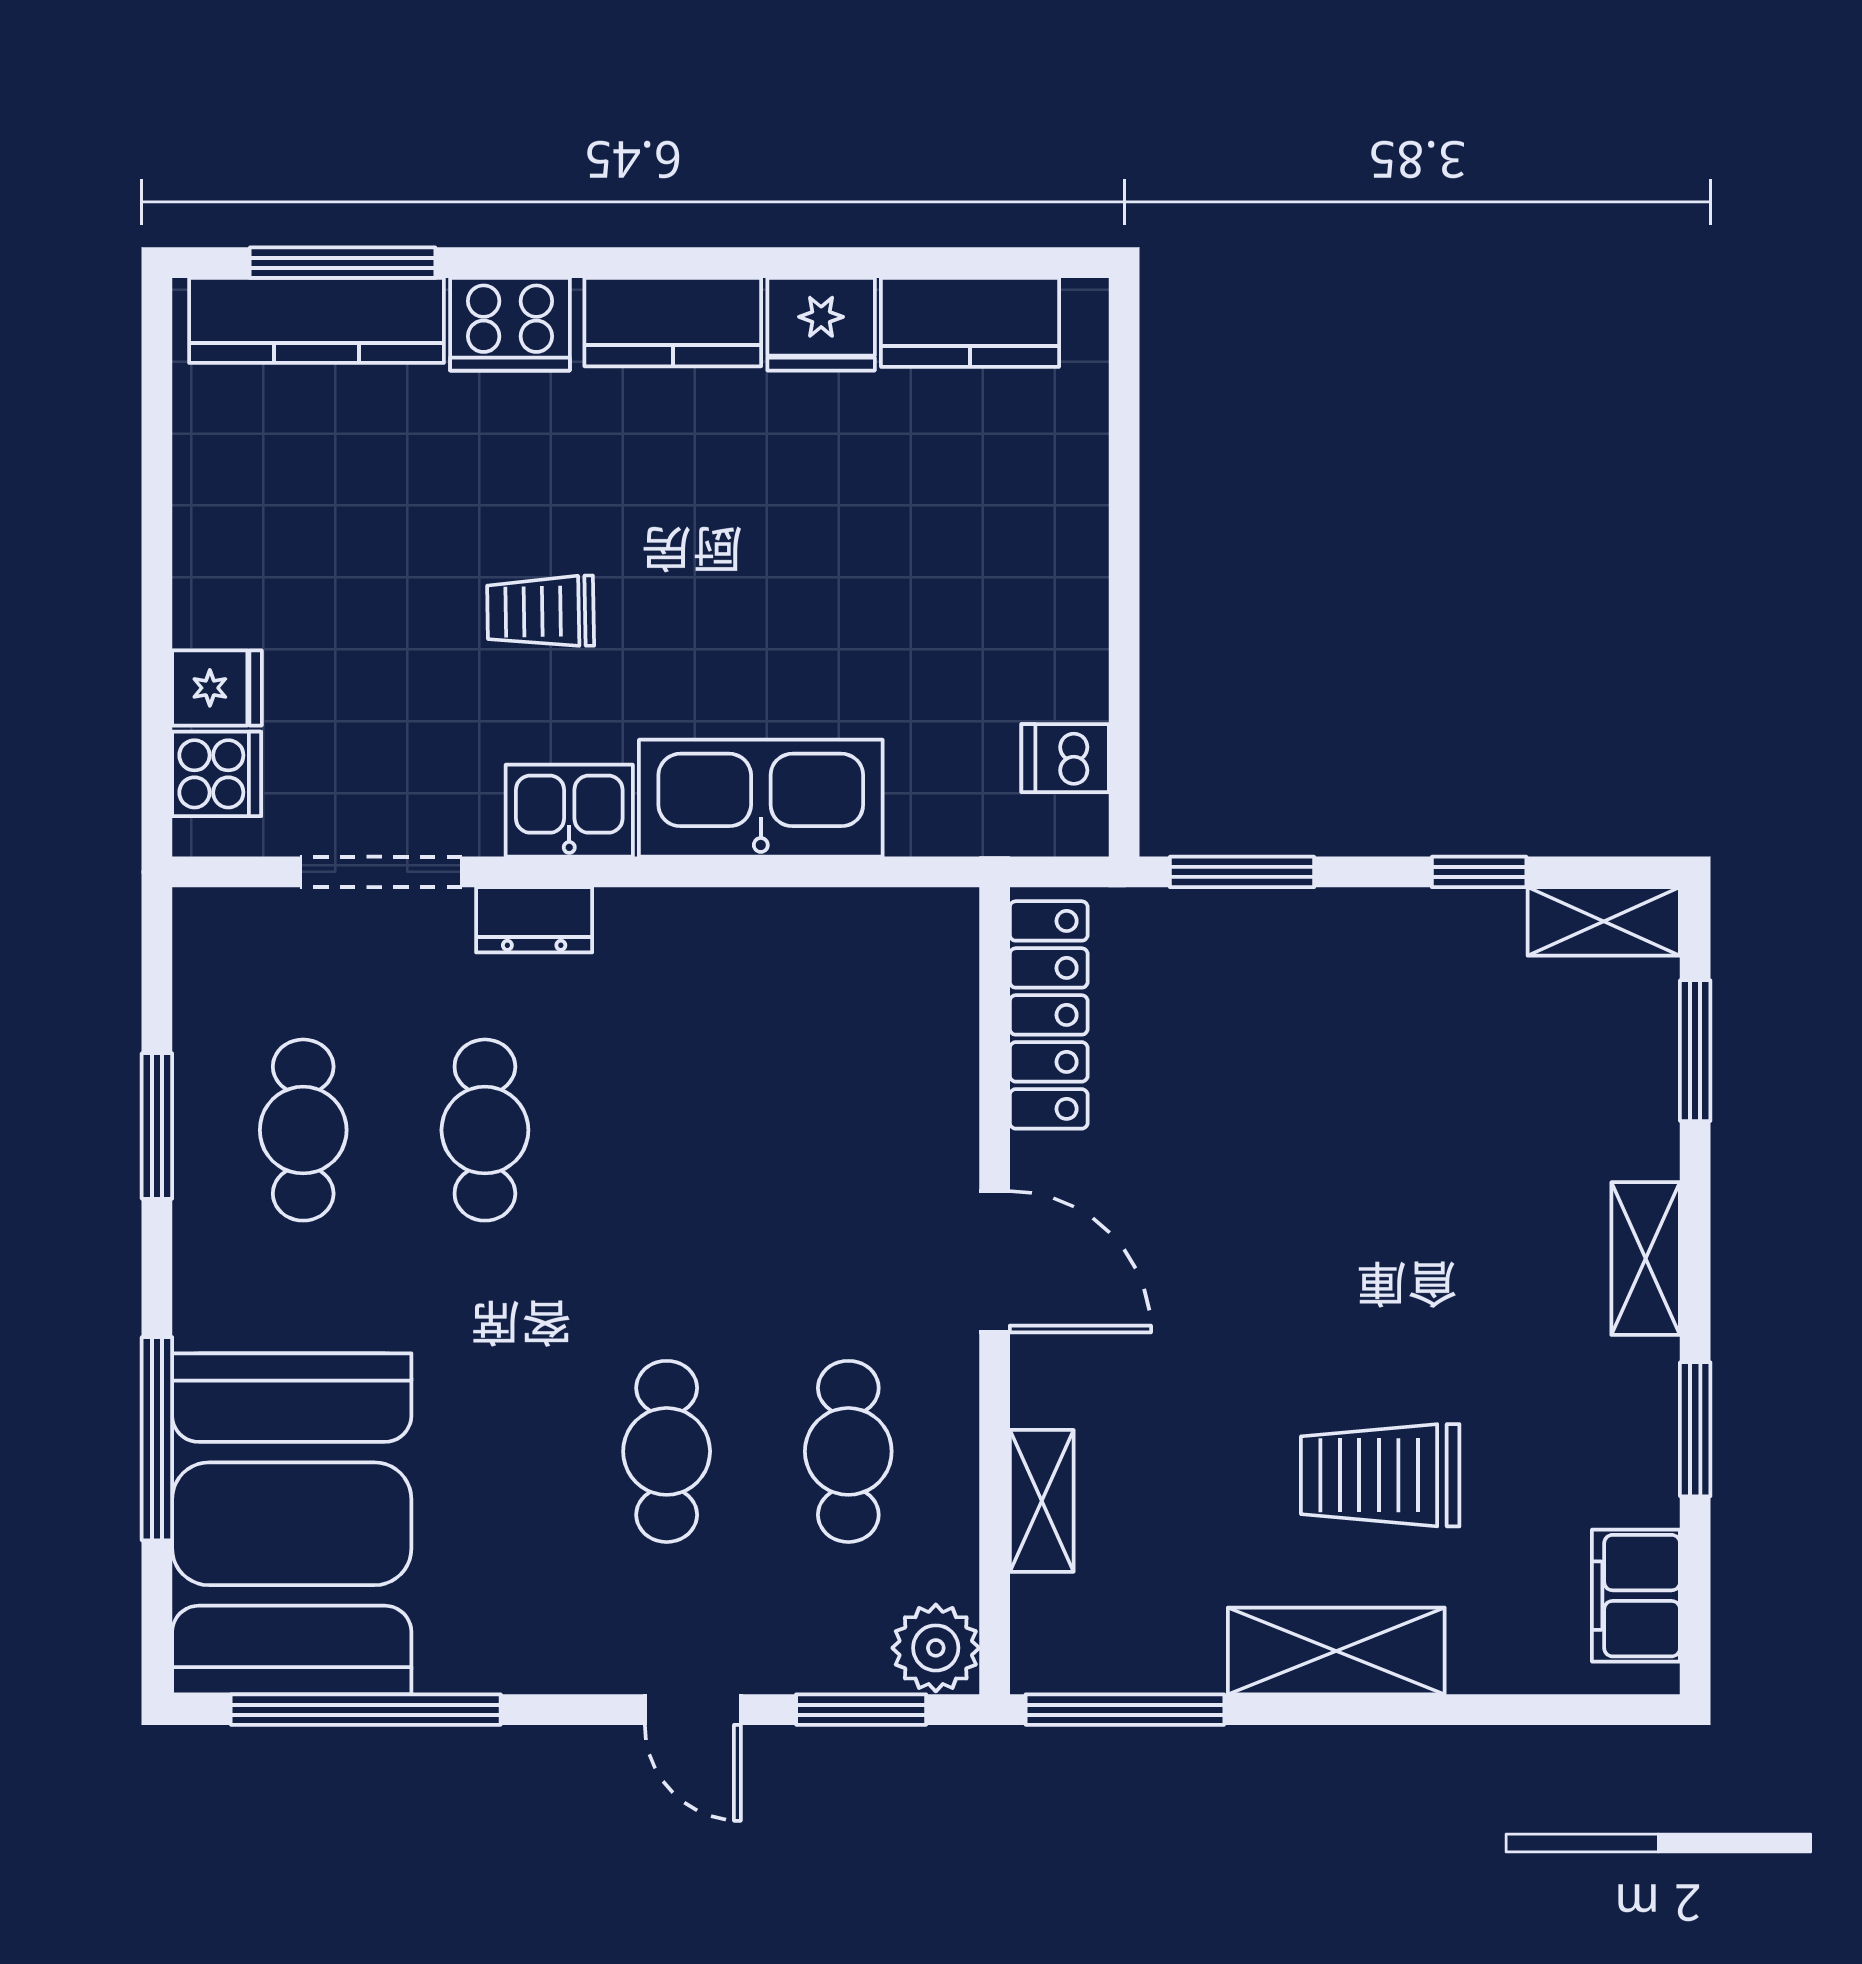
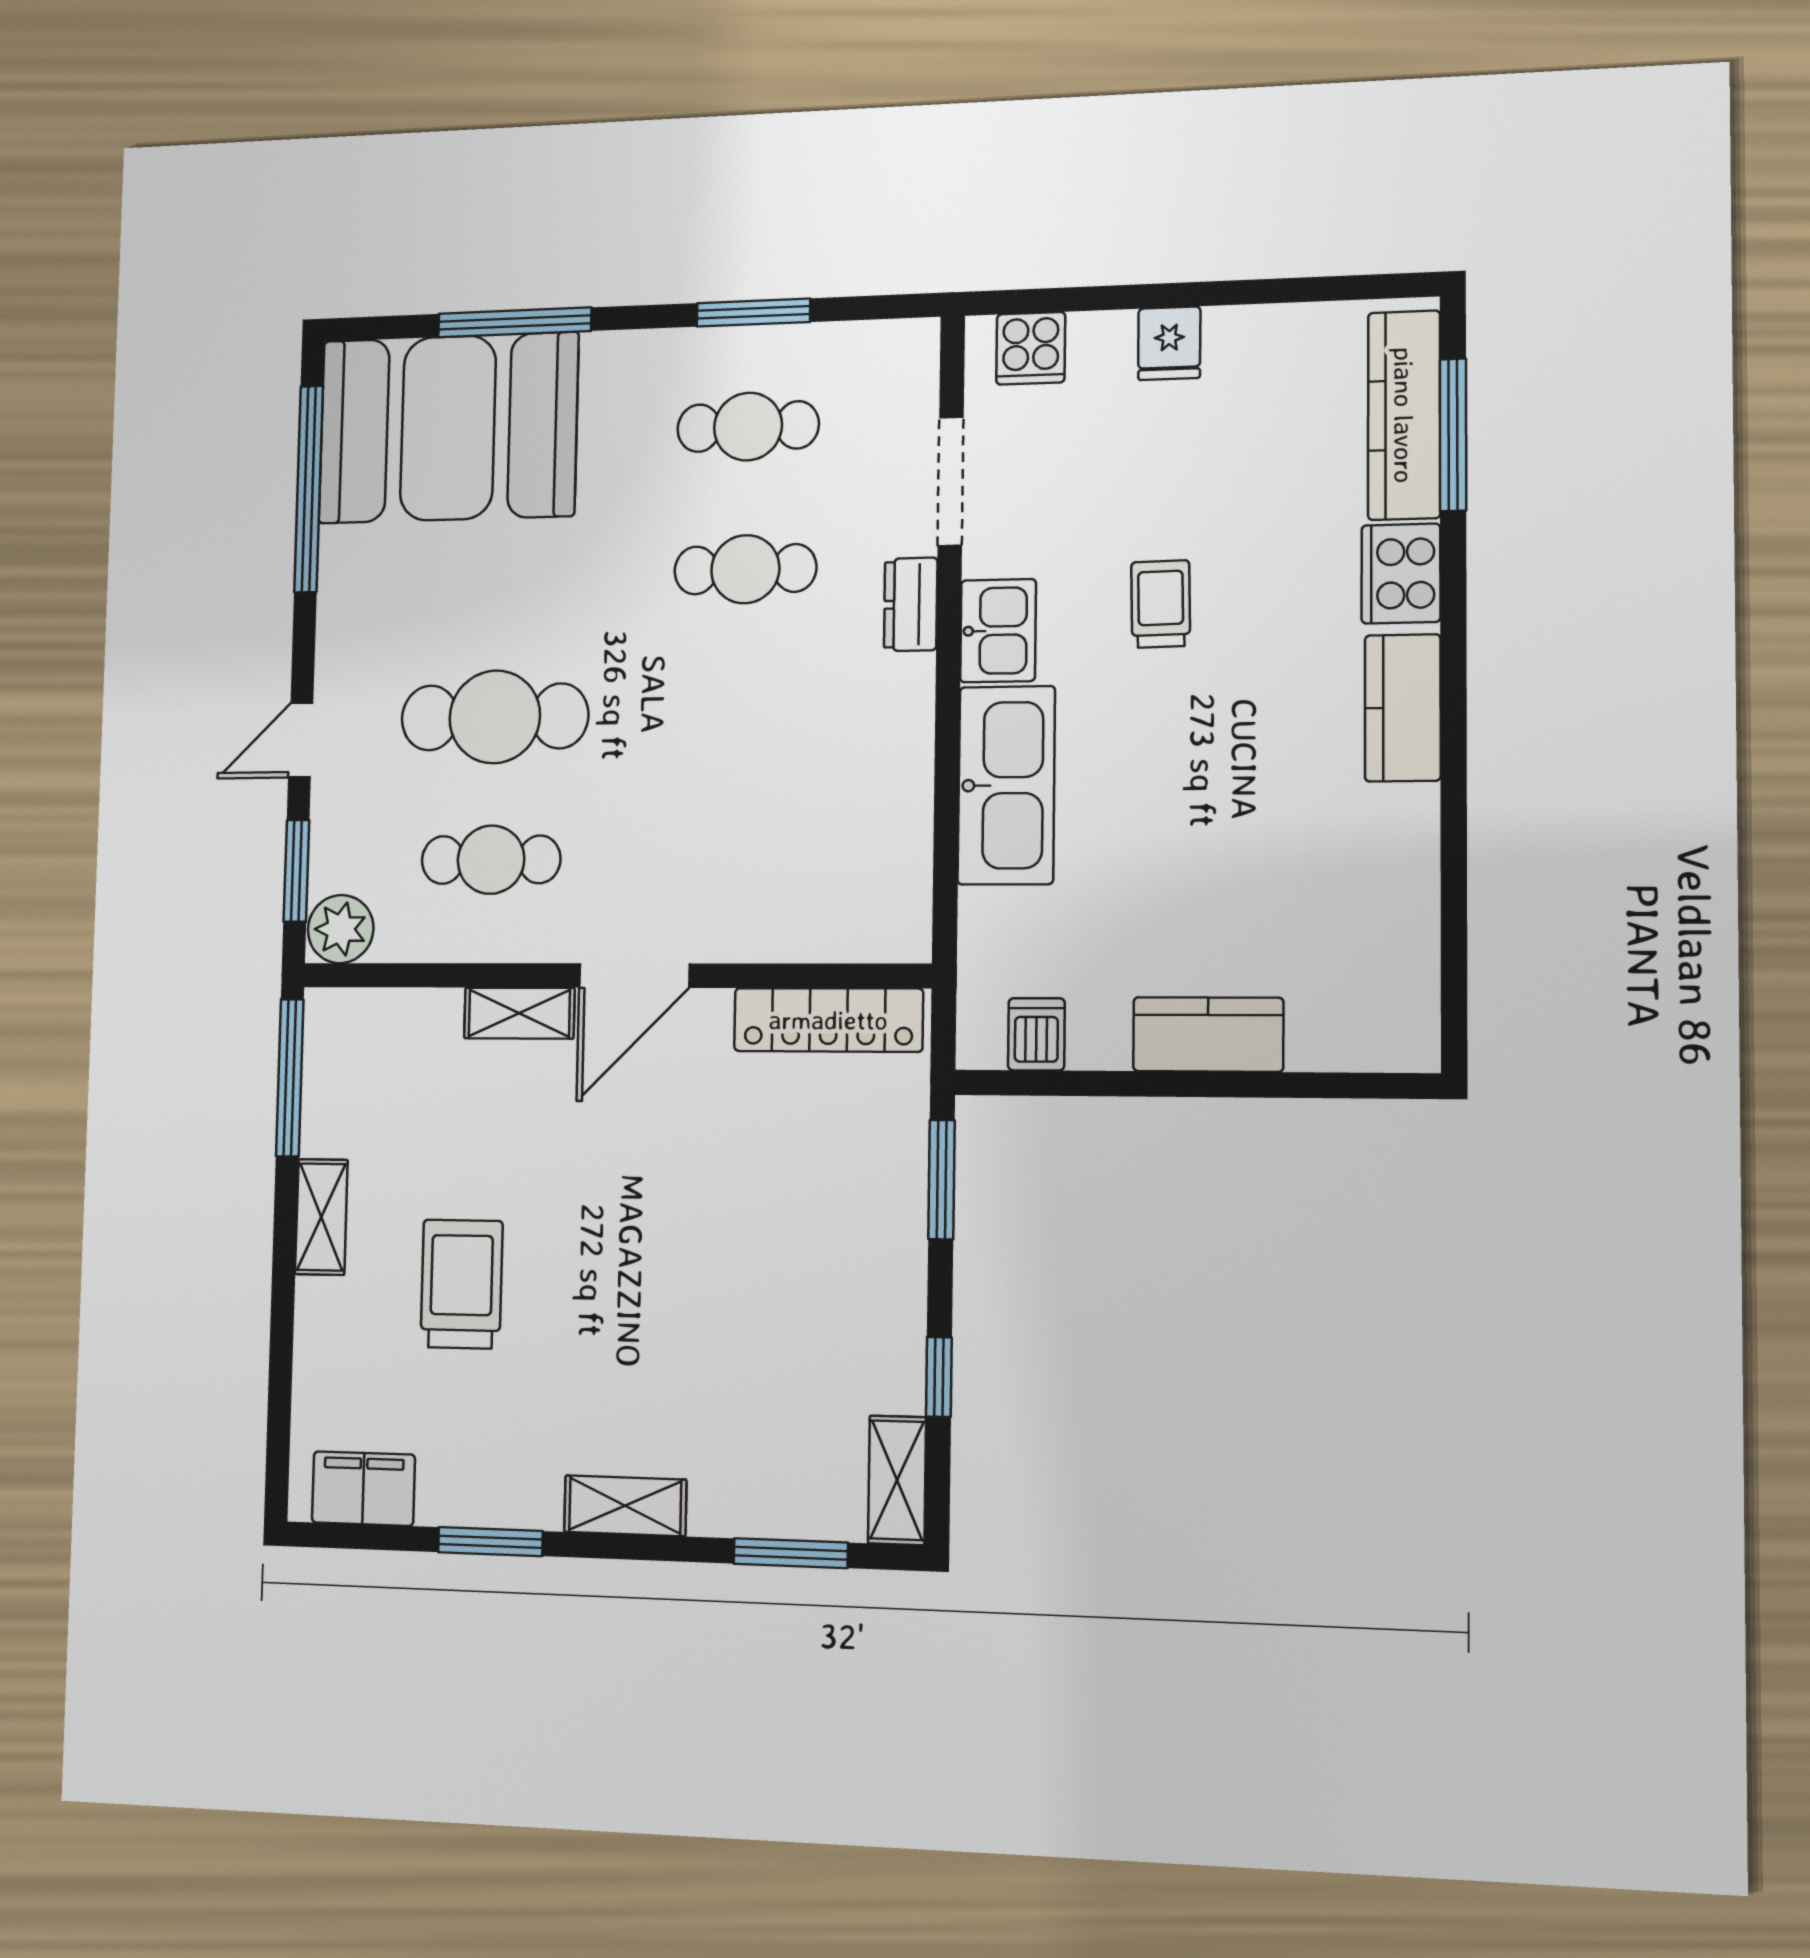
kitchen counter: (970, 322) -> (1208, 1034), moved, turned 90
fridge: (821, 324) -> (1401, 831), removed
fridge: (217, 688) -> (1169, 343), moved
cafe table: (667, 1451) -> (495, 717), width x1.37, depth x1.35
shelving: (1042, 1501) -> (519, 1013), moved
shelving: (1336, 1651) -> (321, 1217), width x0.67, depth x0.75

